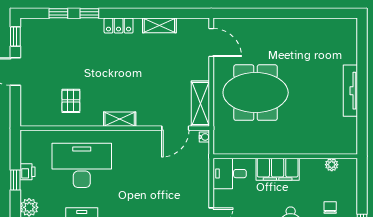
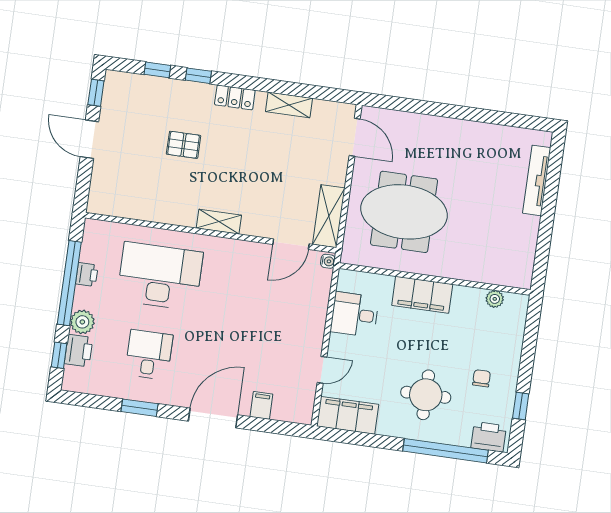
tv unit: (350, 91) -> (537, 180), moved
pallet: (71, 101) -> (184, 145), moved, turned 90
wall: (285, 156) -> (435, 279), moved
plant: (332, 165) -> (495, 299), moved
filing cabinet: (278, 169) -> (422, 295), moved
window: (15, 180) -> (69, 283), width x3.17

